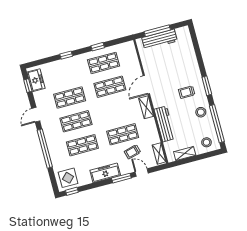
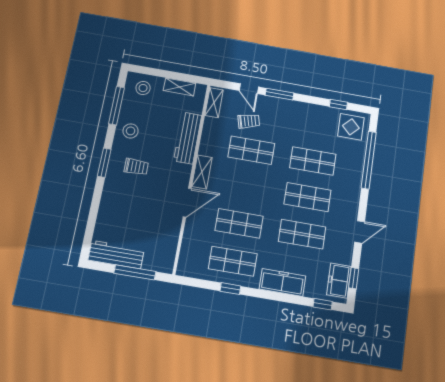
workbench: (160, 39) -> (116, 255), moved
window: (66, 55) -> (323, 304), moved
window: (217, 124) -> (117, 106), width x0.68
window: (45, 149) -> (369, 160), moved
freezer: (105, 173) -> (282, 282), moved, turned 180
window: (72, 191) -> (338, 105), moved

